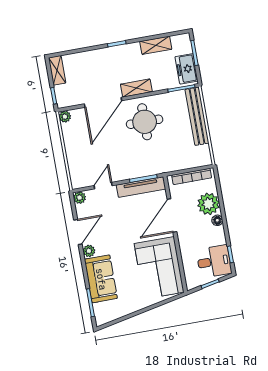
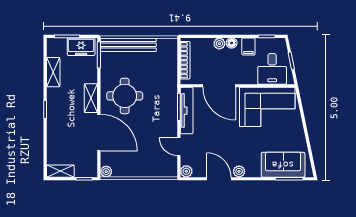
plant: (209, 204) -> (219, 44), width x0.53, depth x0.53
filing cabinet: (217, 238) -> (248, 46), added
desk: (214, 261) -> (272, 69), moved, turned 180
sofa: (101, 279) -> (283, 165), moved

